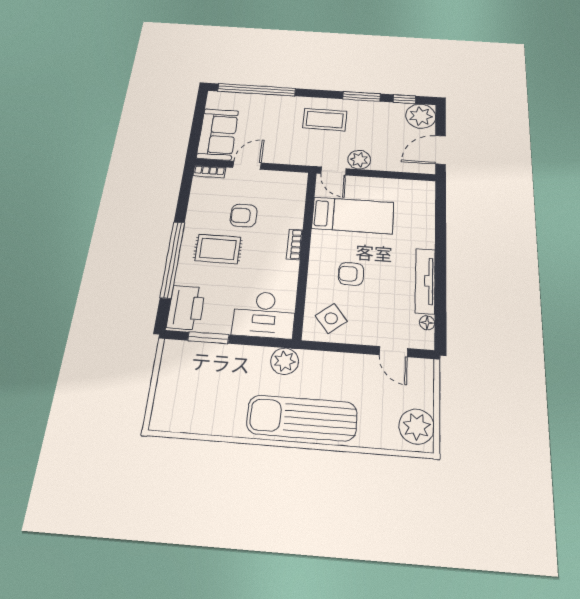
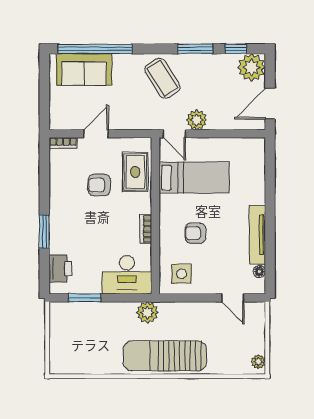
coffee table: (325, 120) -> (162, 78), turned 57
sofa: (218, 134) -> (84, 69), moved, turned 90
bookcase: (295, 244) -> (146, 229), moved
rug: (218, 249) -> (135, 172), moved, turned 90
window: (173, 259) -> (44, 232), width x0.47
printer: (186, 308) -> (60, 269), width x0.73, depth x0.84
side table: (331, 318) -> (182, 274), turned 38
plant: (417, 426) -> (258, 362), width x0.53, depth x0.53

